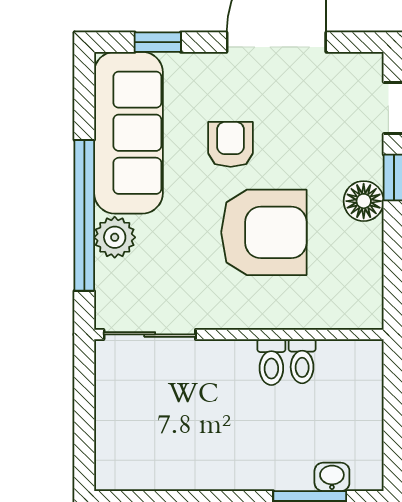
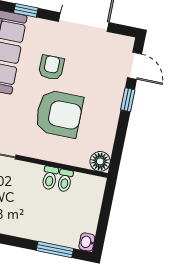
floor lamp: (364, 201) -> (100, 161), moved
washbasin: (332, 477) -> (87, 242), moved, turned -90

